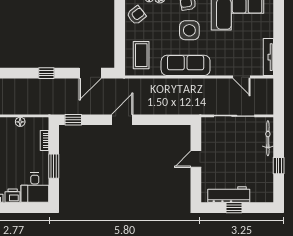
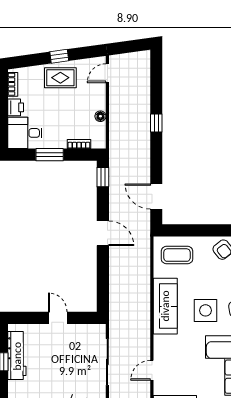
window: (46, 73) -> (156, 123), moved

